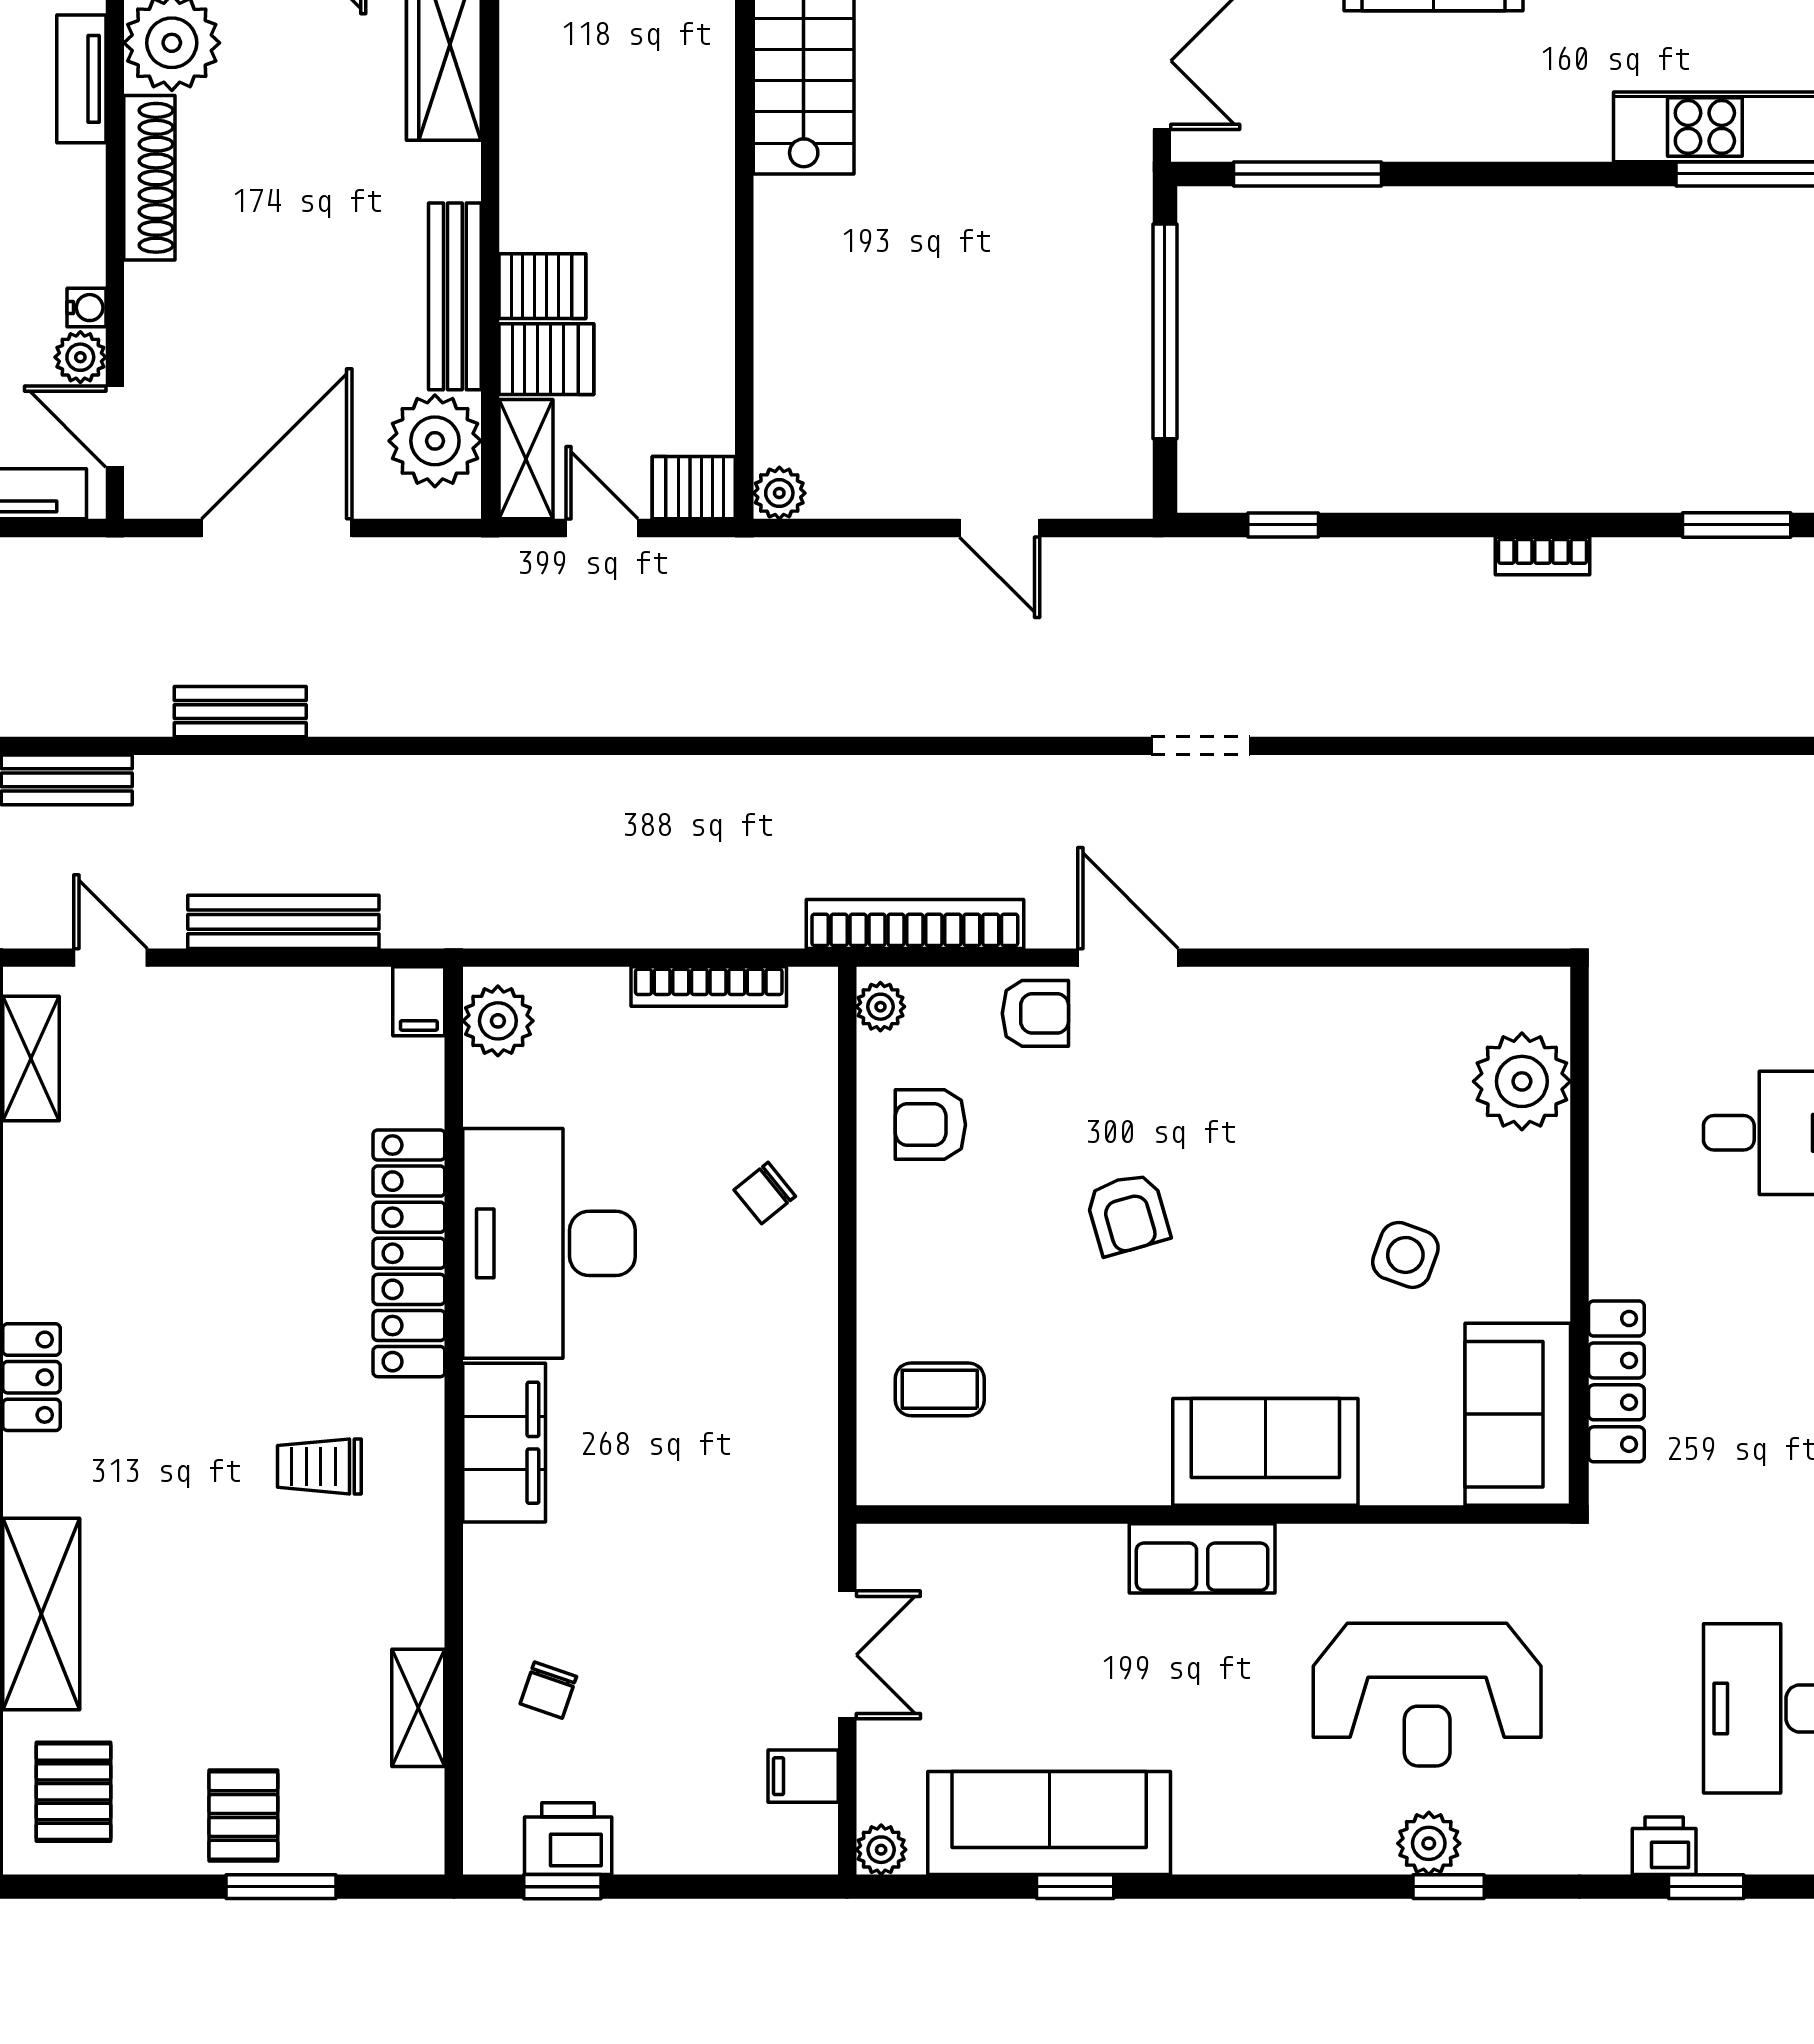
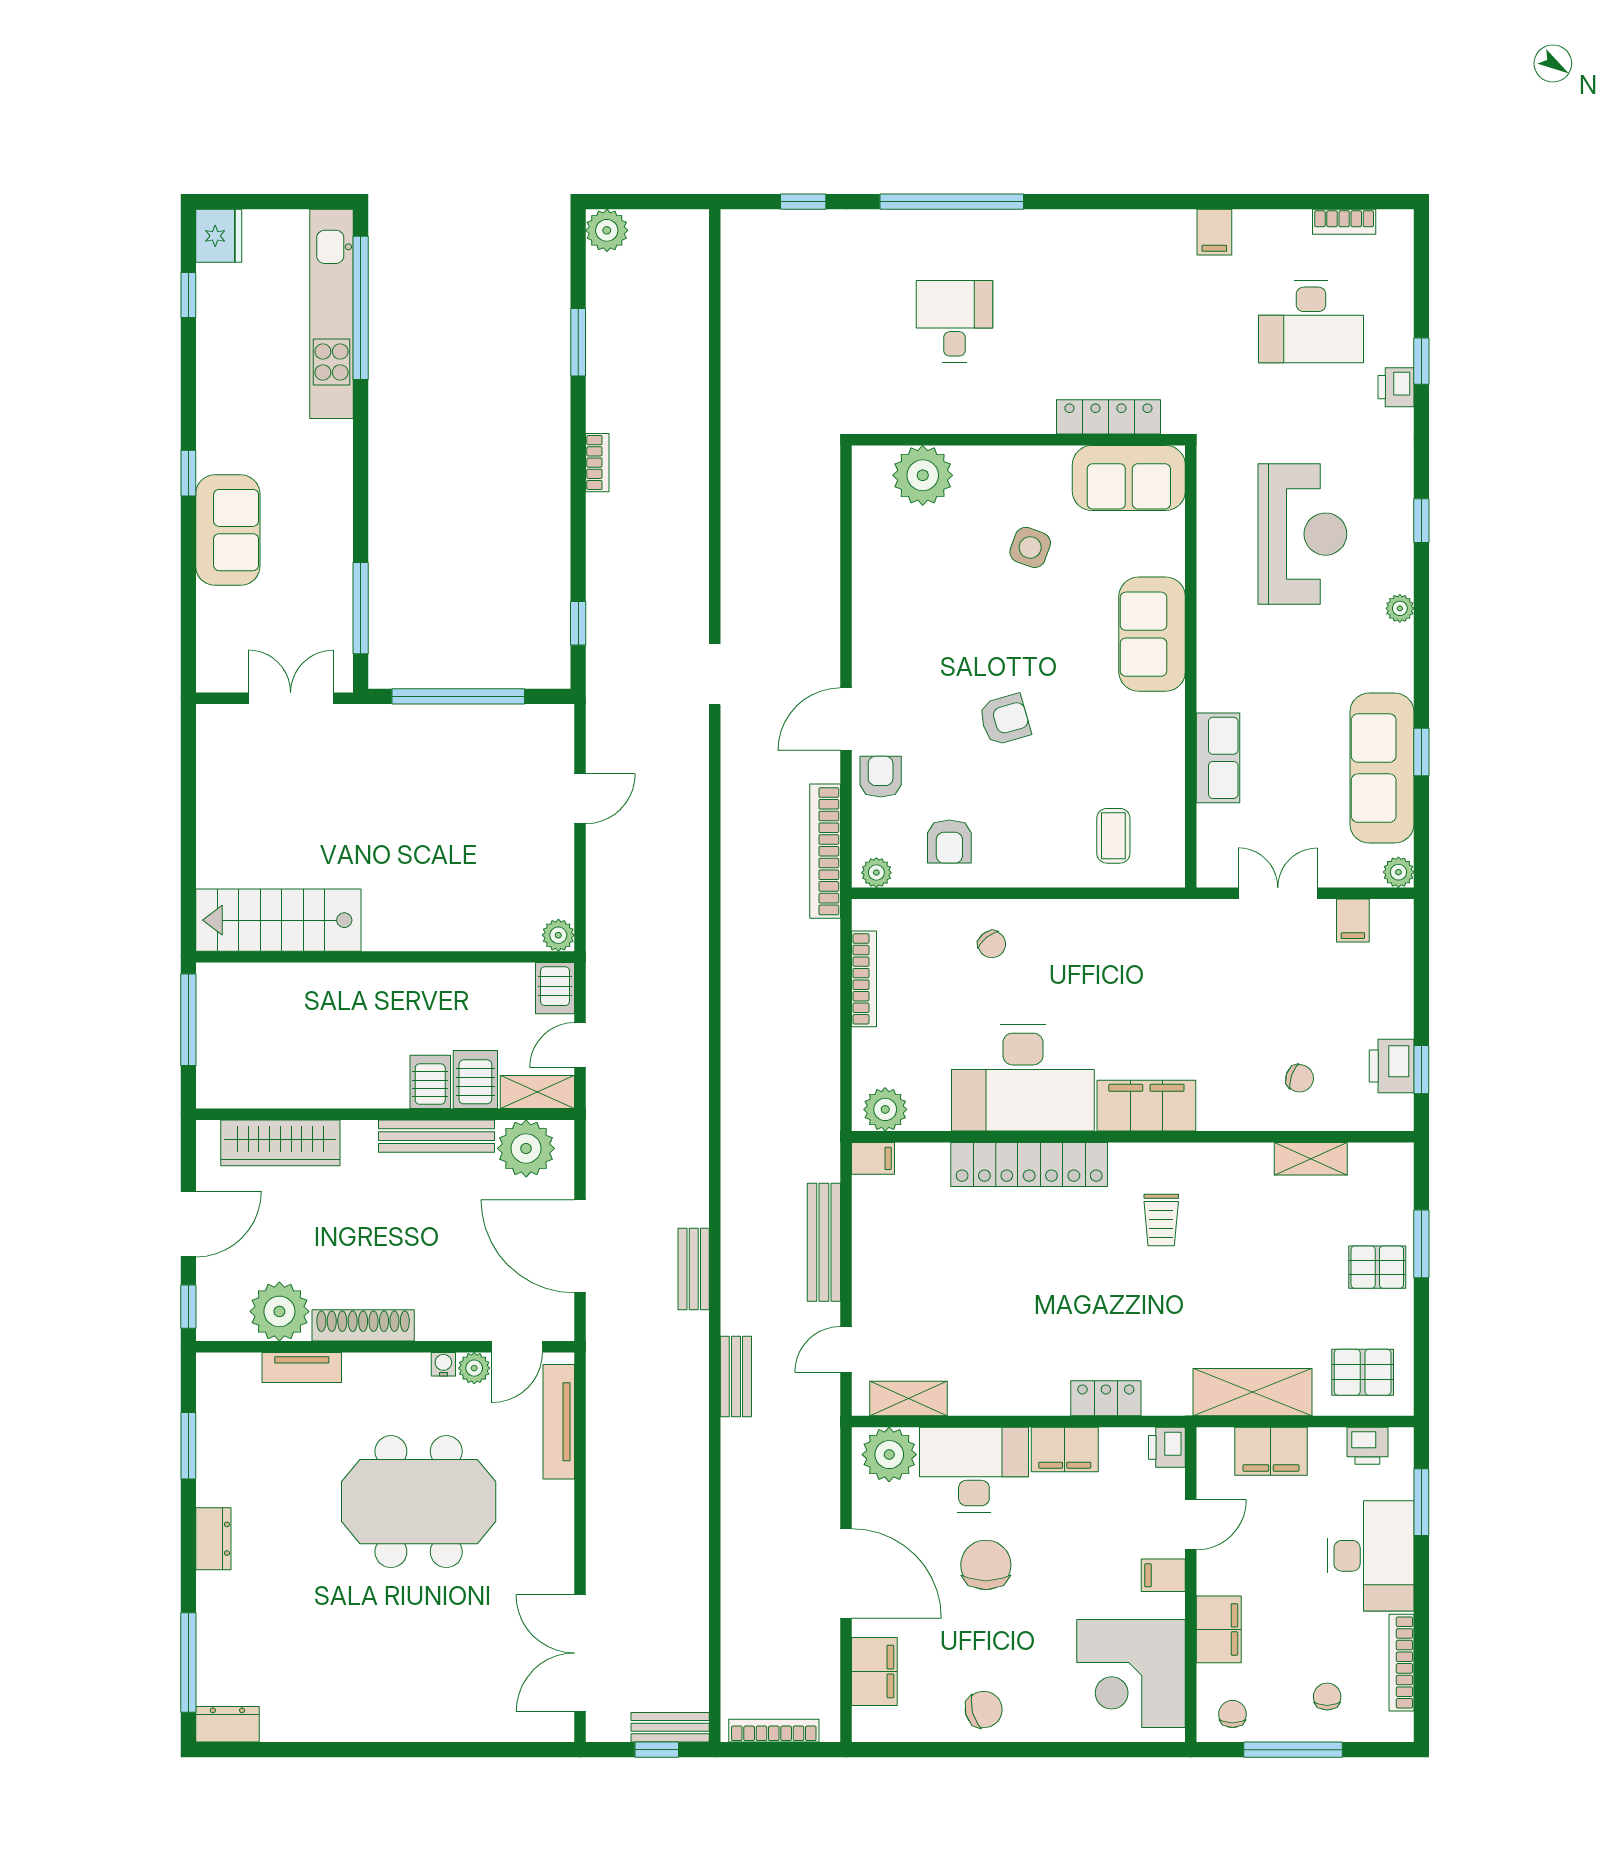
row of seats: (1202, 1558) -> (1218, 758), moved
plant: (1429, 1843) -> (1400, 608), moved, width x0.73, depth x0.73

